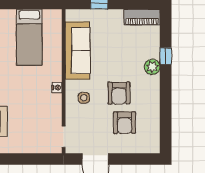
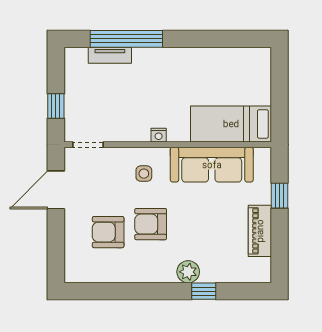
piano: (142, 17) -> (260, 231), moved
bed: (29, 37) -> (231, 124), moved
window: (37, 159) -> (56, 106), added

